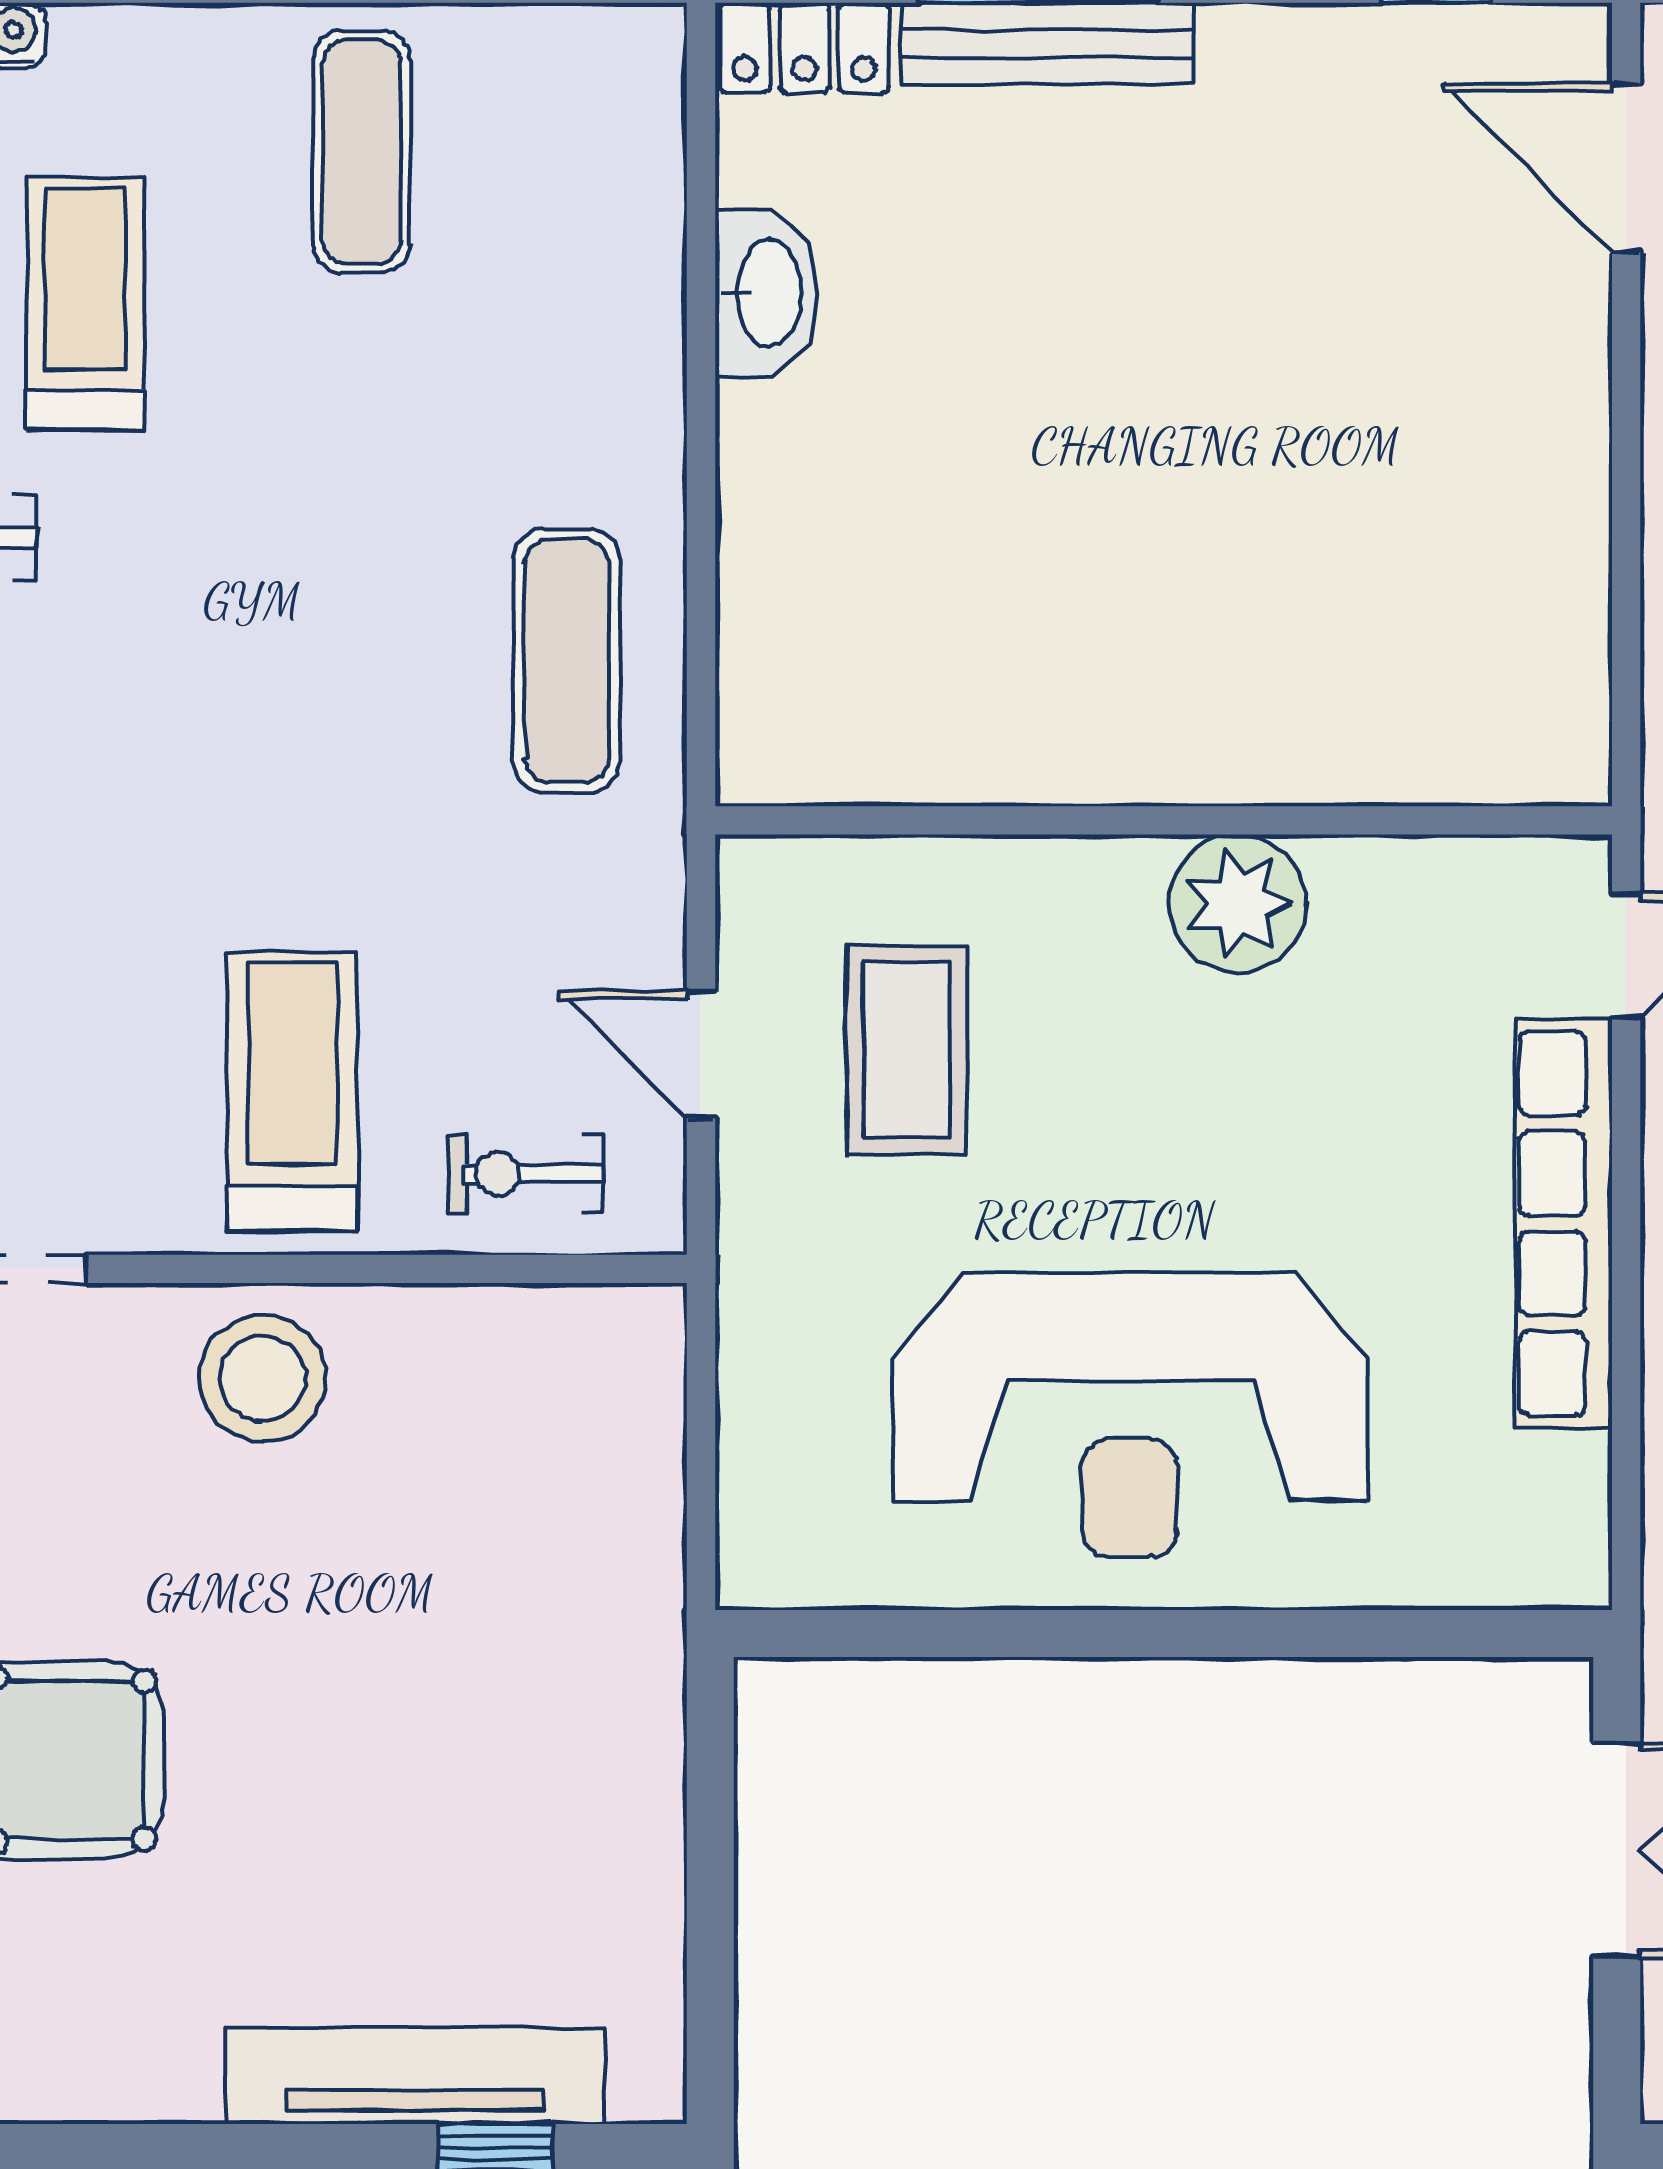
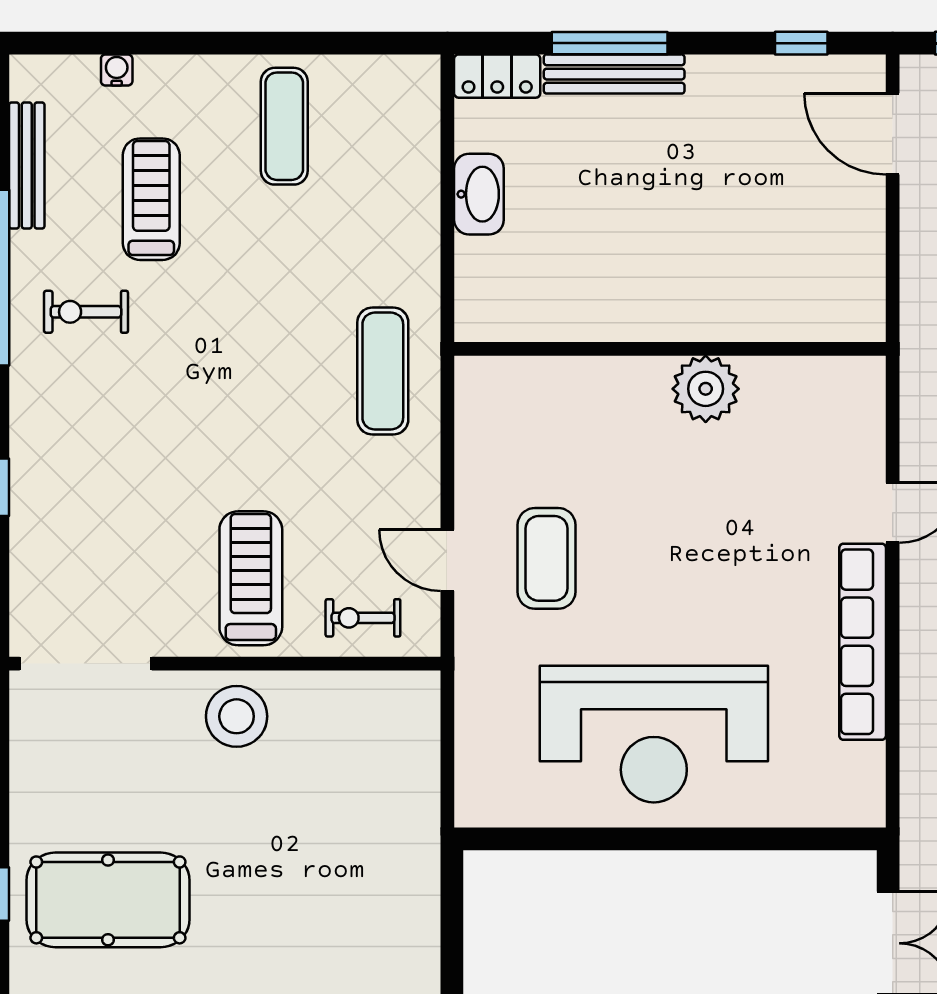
wall: (1164, 820) -> (670, 349), moved
plant: (1237, 903) -> (706, 389), moved

